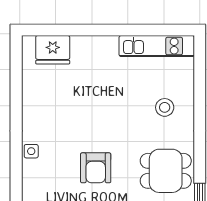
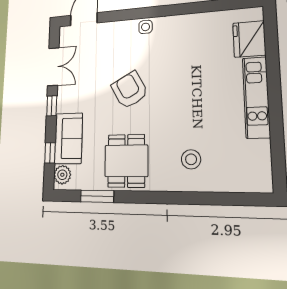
kitchen unit: (157, 46) -> (256, 97), moved
armchair: (96, 168) -> (130, 90), turned 61

